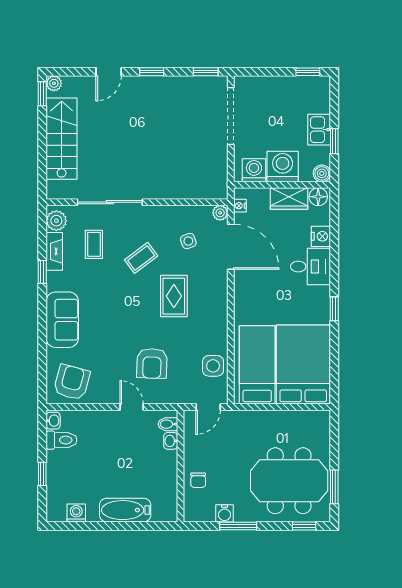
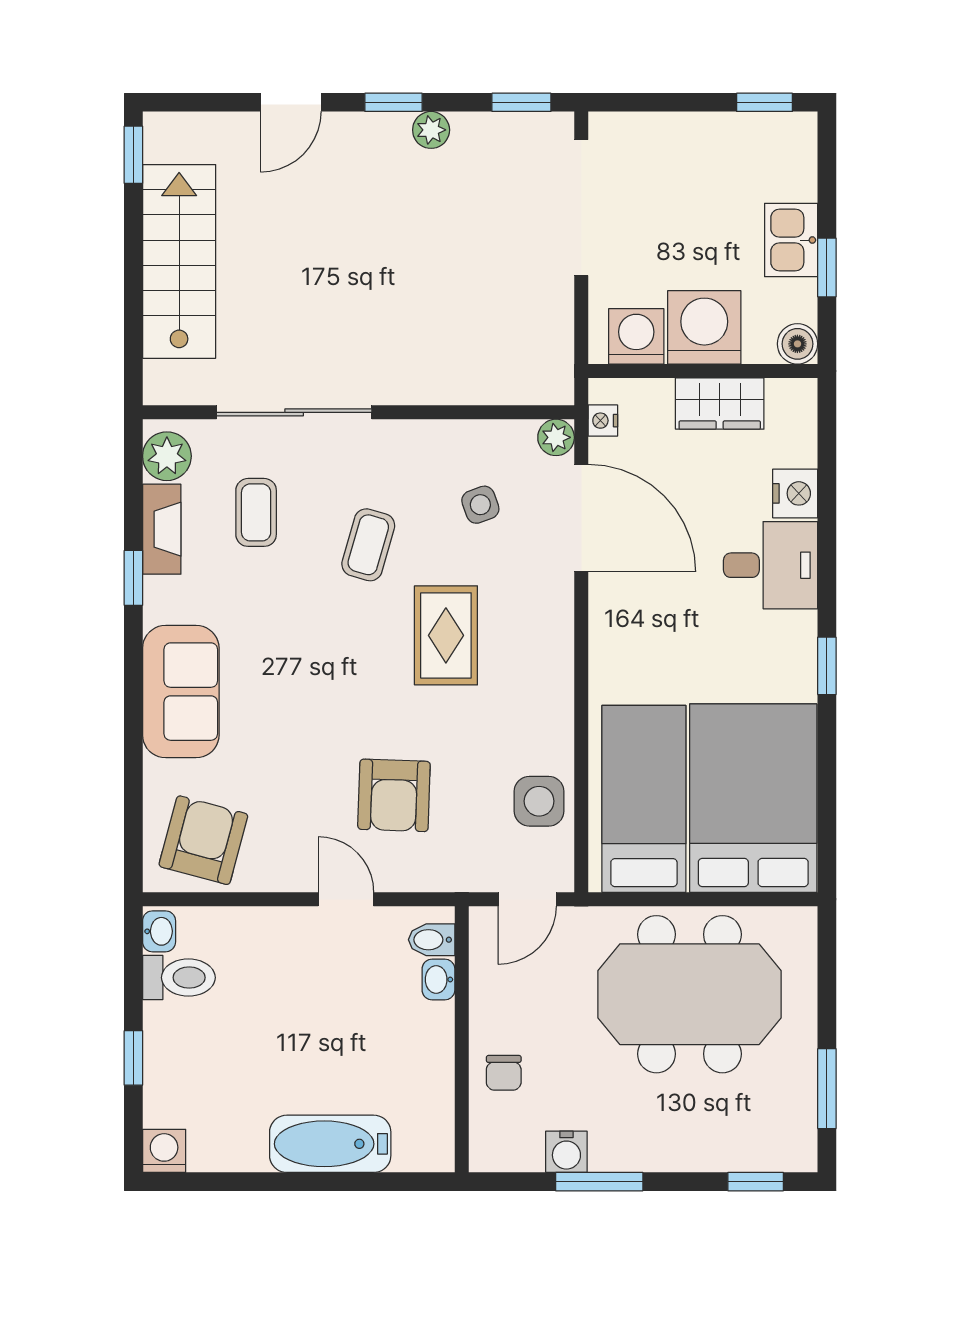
plant: (54, 83) -> (431, 130), moved
floor lamp: (318, 197) -> (789, 399), removed
coffee table: (141, 258) -> (368, 545), turned -37
meeting table: (289, 481) -> (689, 994), moved
washing machine: (76, 513) -> (164, 1151), moved

